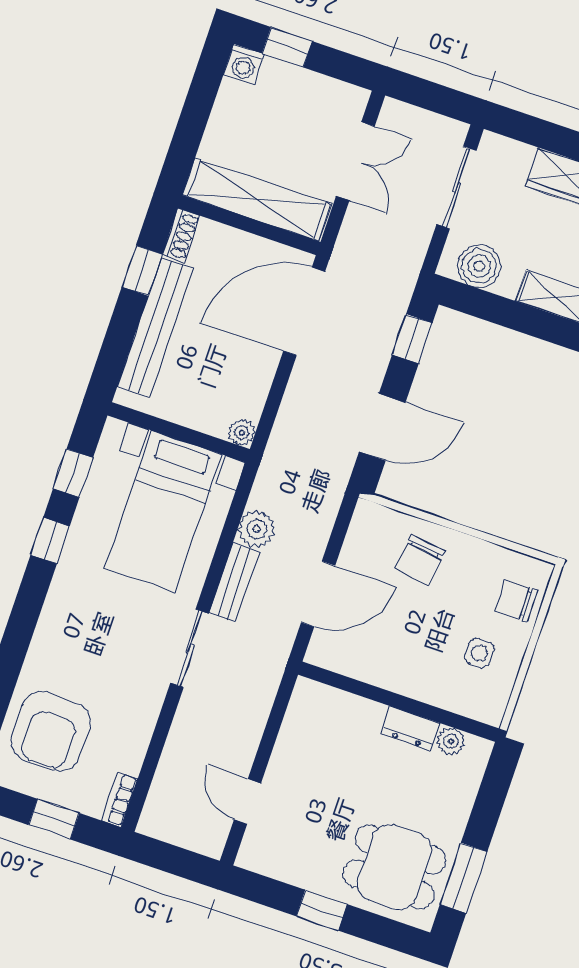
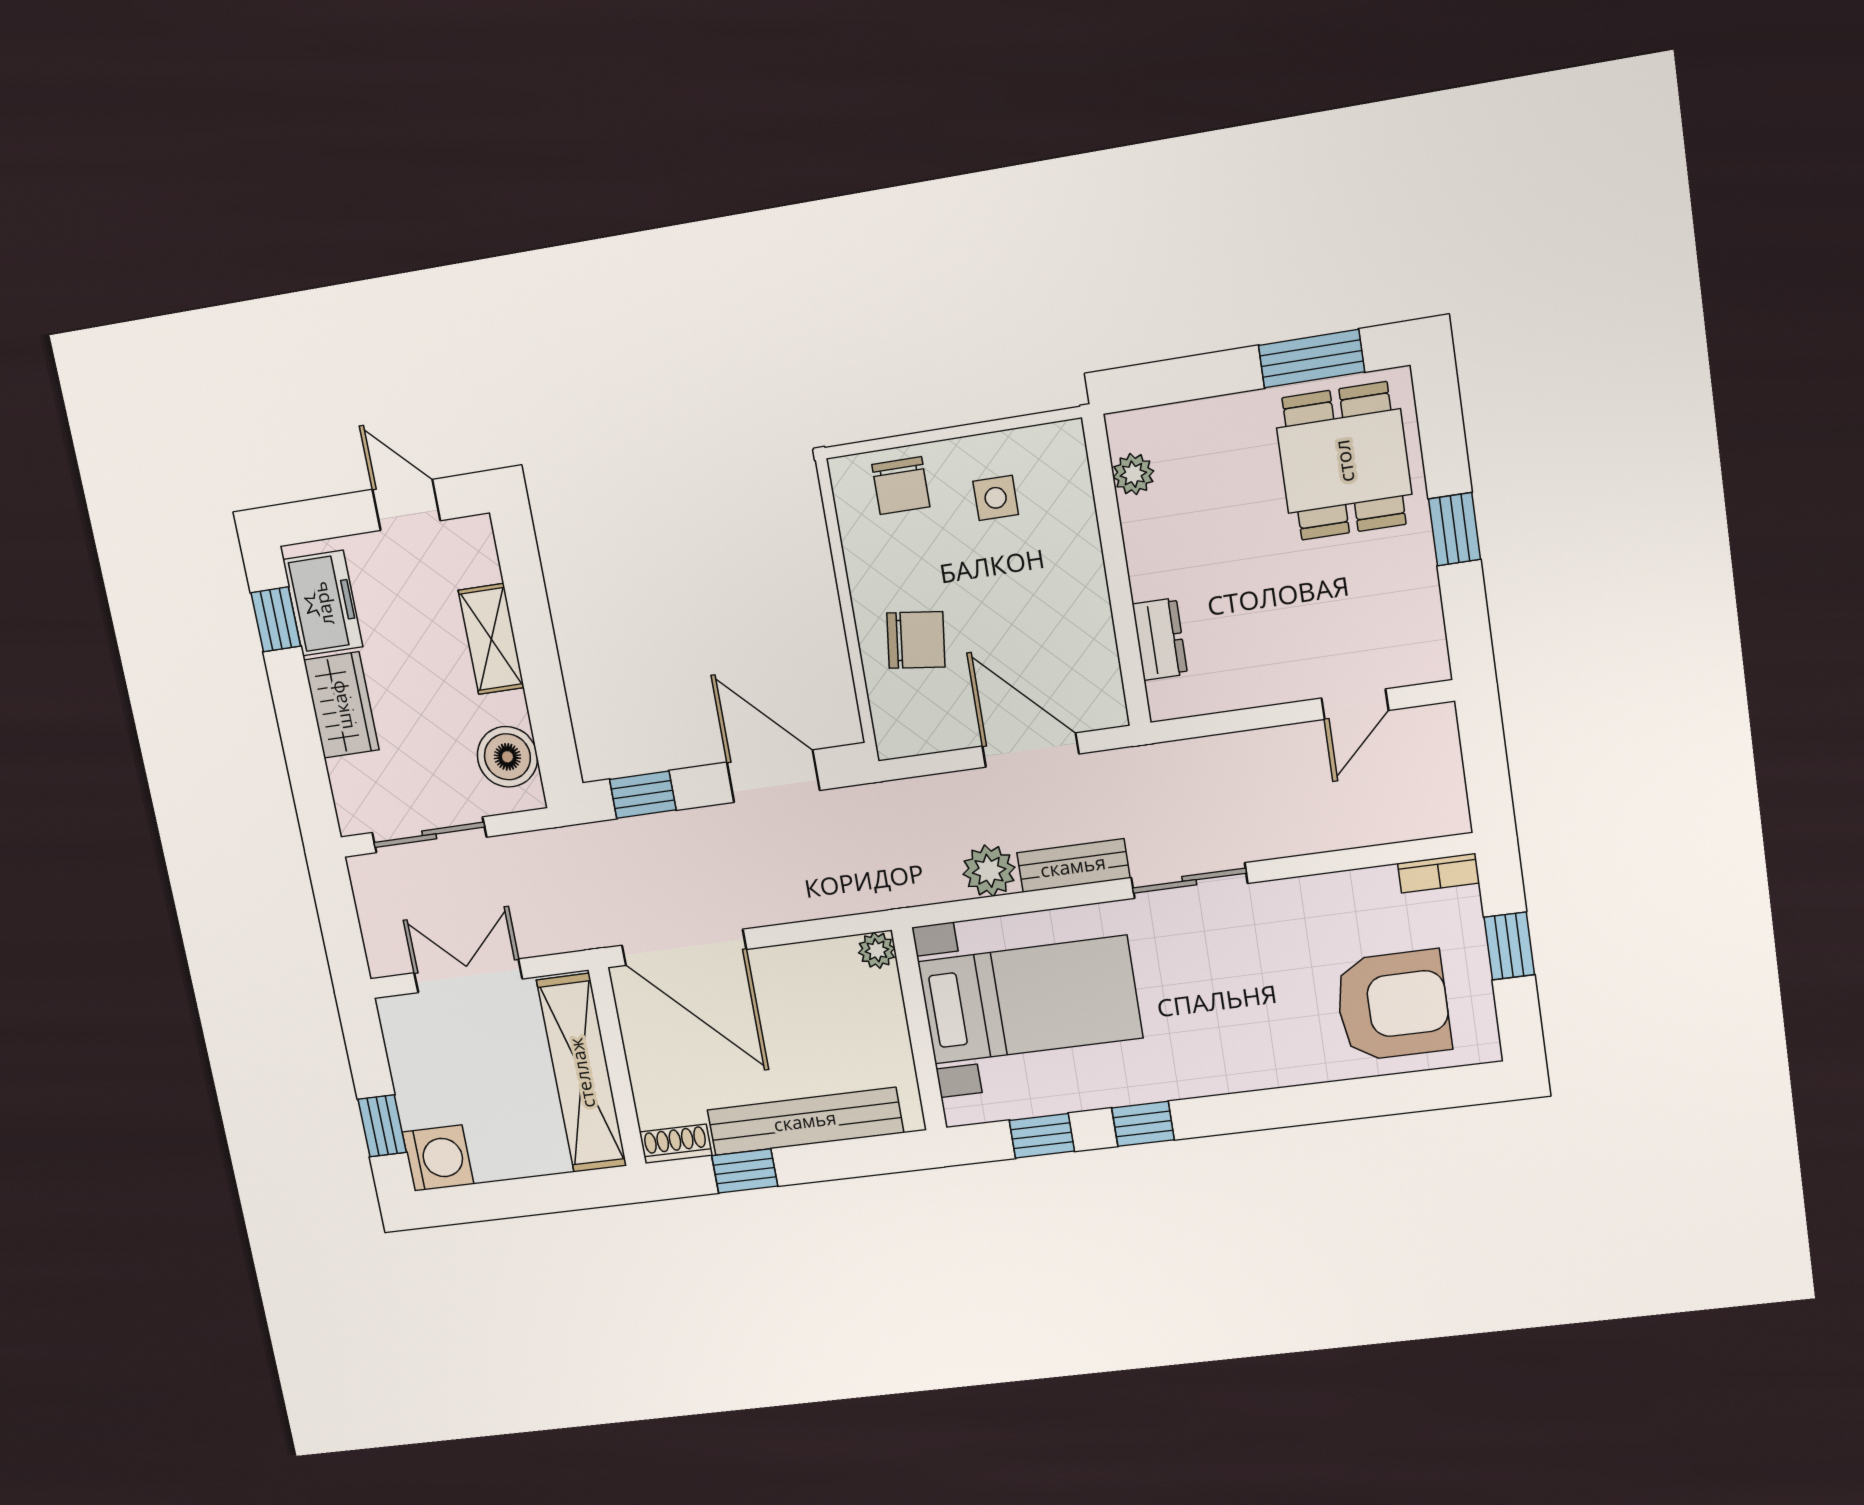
washing machine: (244, 65) -> (438, 1158), width x1.38, depth x1.38
dresser: (410, 728) -> (1160, 639), moved

